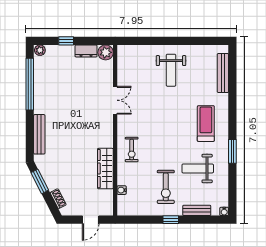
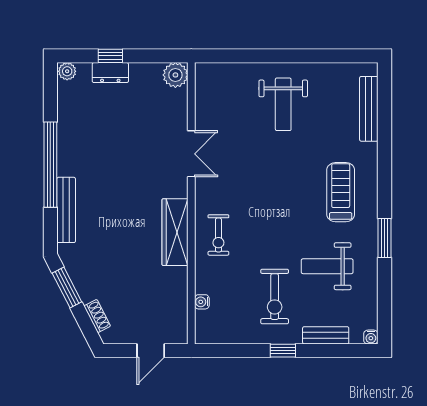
dresser: (86, 51) -> (110, 73), moved
window: (30, 84) -> (50, 165), moved
wardrobe: (105, 169) -> (175, 232), moved

